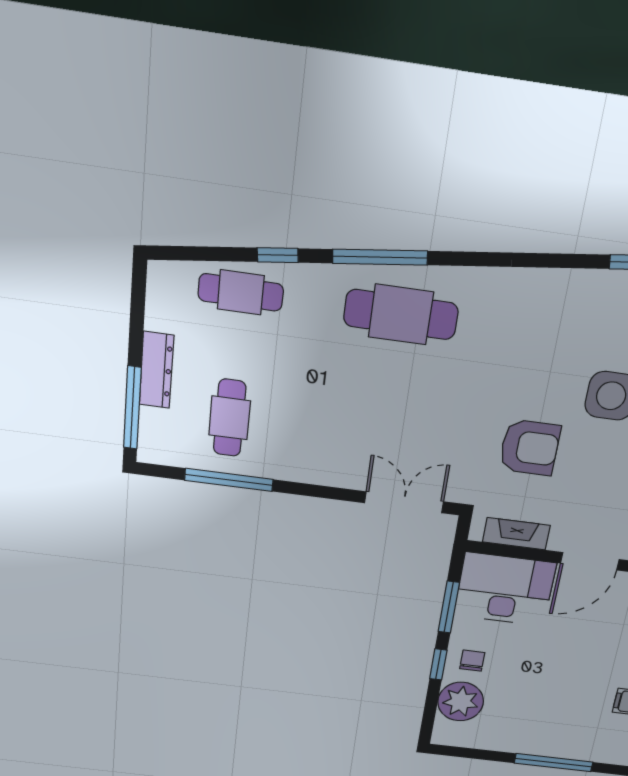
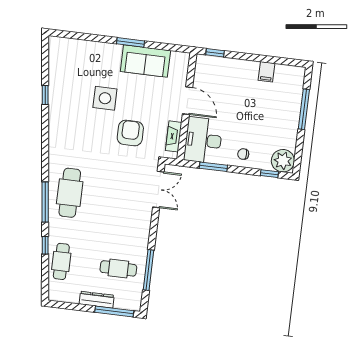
double door: (404, 502) -> (158, 189), swing flipped
window: (438, 664) -> (269, 174), moved
plant: (461, 702) -> (283, 161), moved

